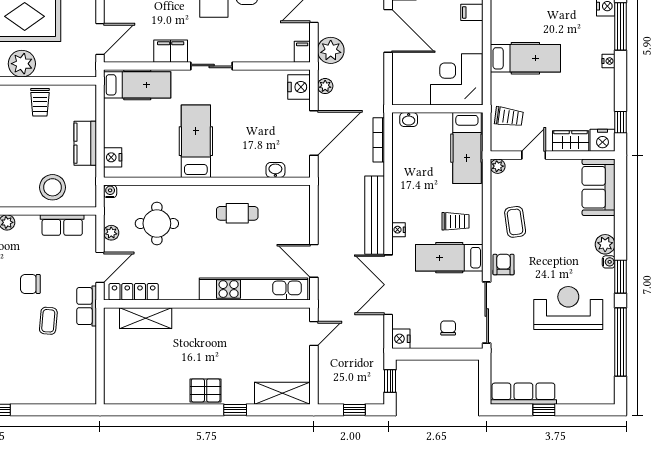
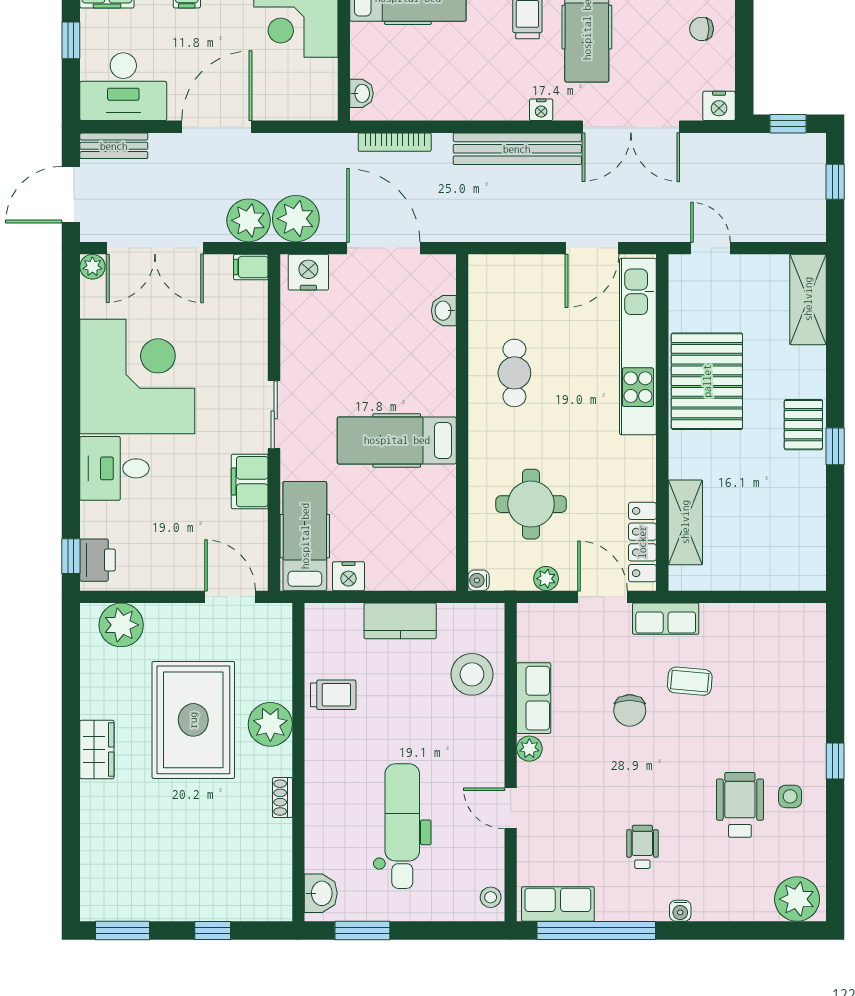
plant: (325, 86) -> (296, 219), width x1.87, depth x1.87
nightstand: (113, 157) -> (348, 576), moved
row of seats: (62, 225) -> (534, 698), moved
pallet: (232, 331) -> (707, 381), added
window: (235, 410) -> (835, 446), moved

